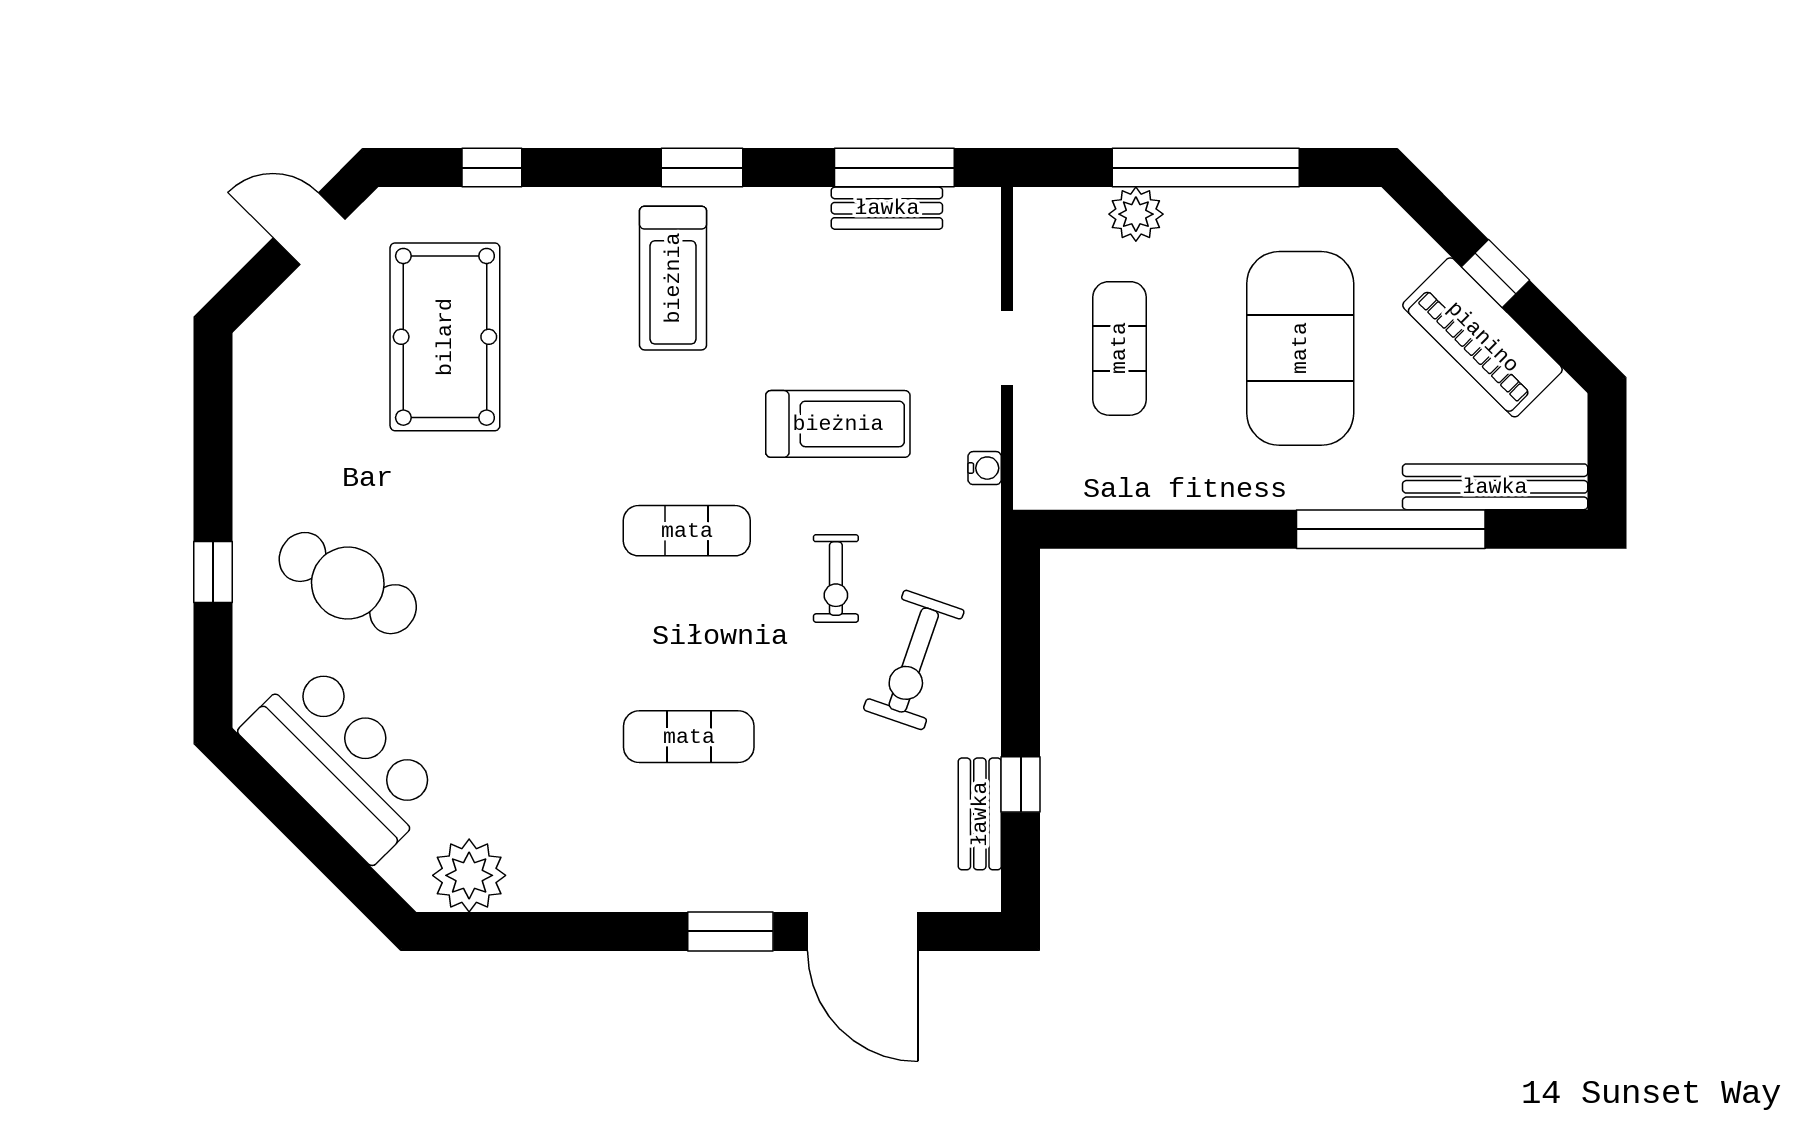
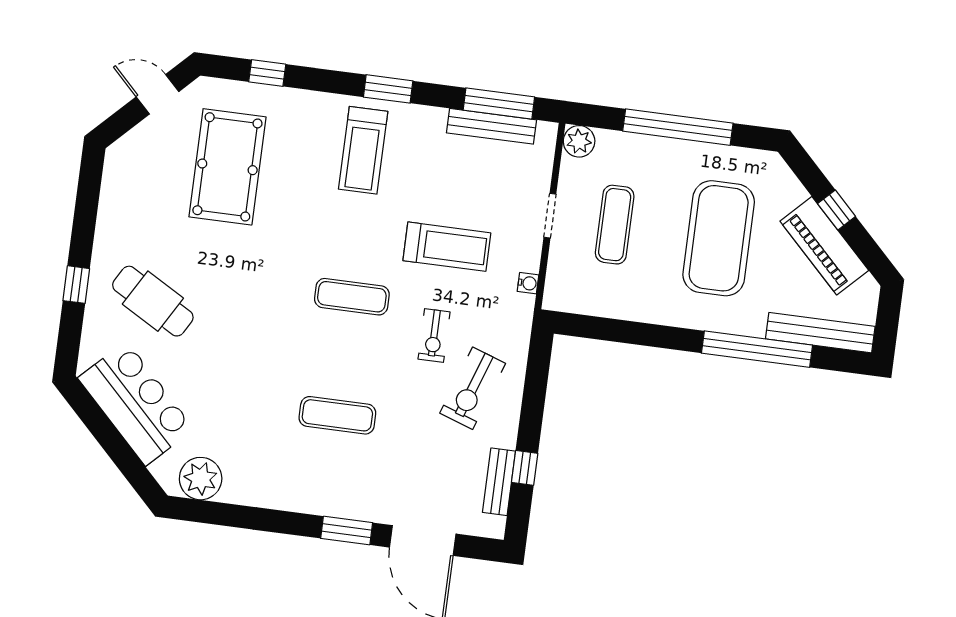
bench: (887, 208) -> (491, 126), width x1.36
plant: (1136, 214) -> (579, 141), moved

